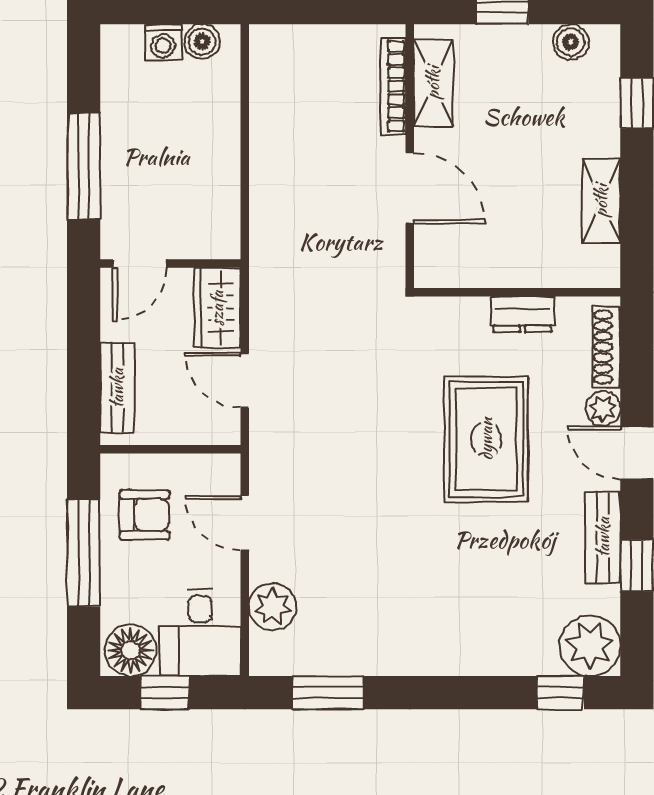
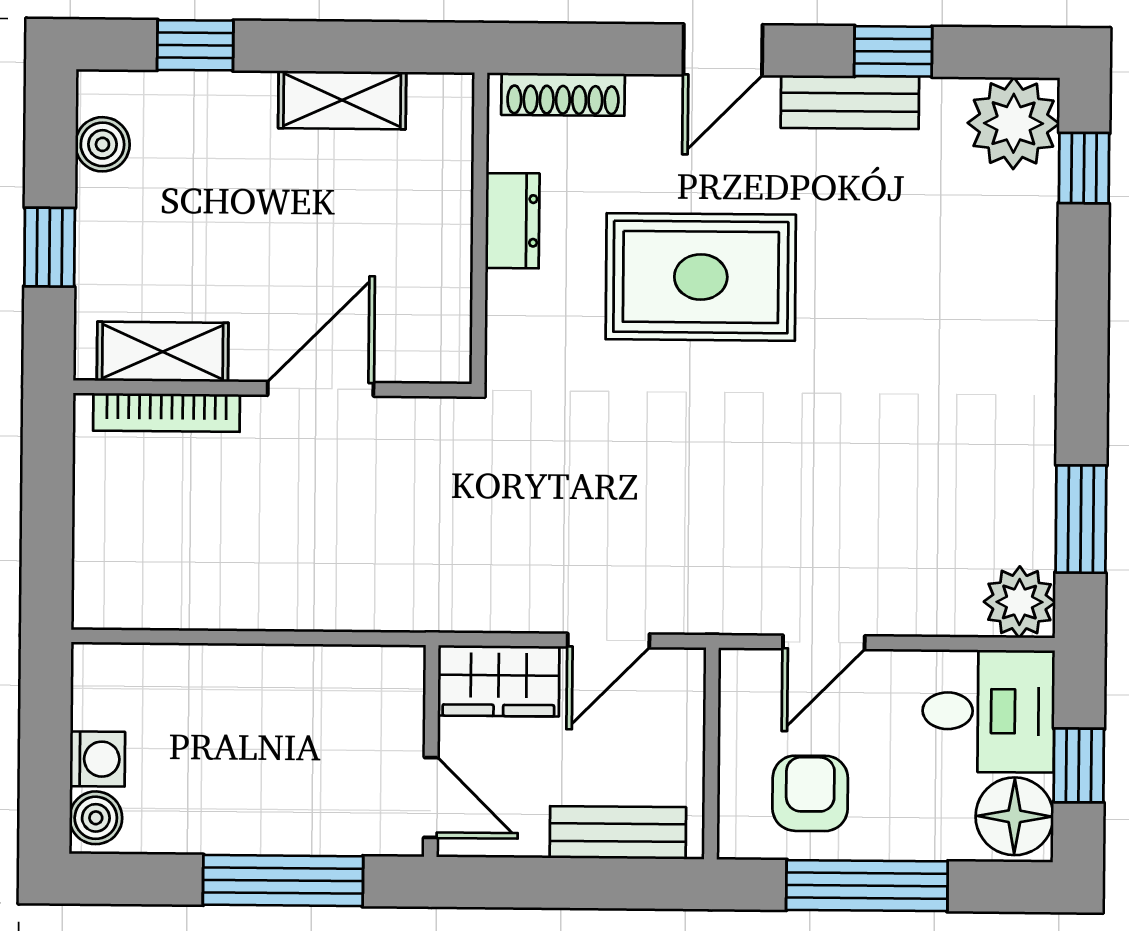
boiler: (202, 42) -> (96, 818), moved
plant: (603, 408) -> (656, 100), removed
plant: (273, 607) -> (1019, 602), moved

